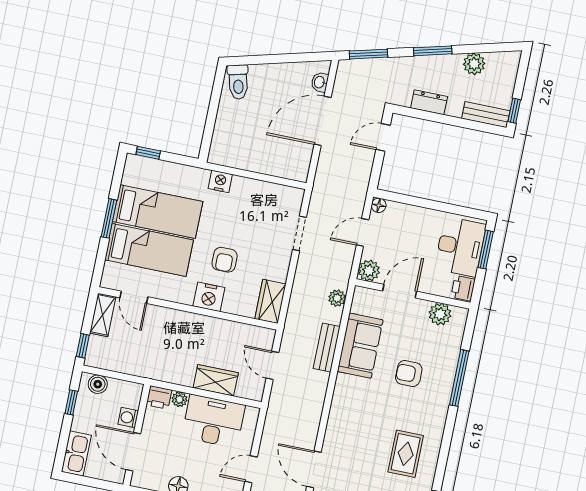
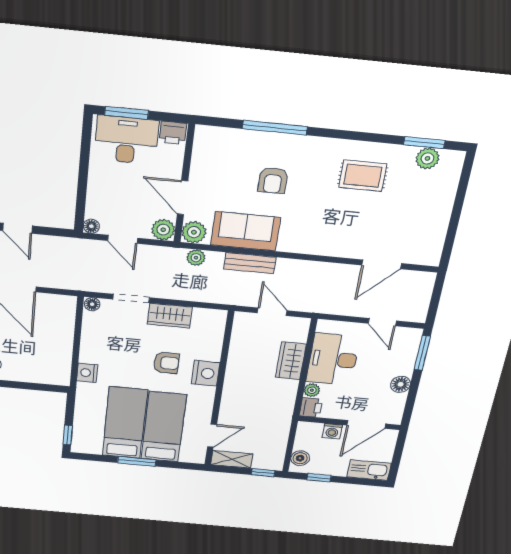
floor lamp: (297, 196) -> (92, 304), added
wardrobe: (270, 301) -> (170, 316), moved
plant: (440, 314) -> (194, 232), moved
door: (272, 365) -> (272, 312), swing flipped

